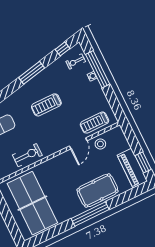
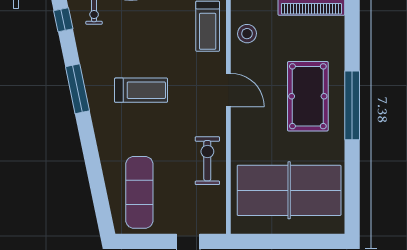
treadmill: (46, 105) -> (141, 90), turned -90
door: (78, 143) -> (228, 90), moved
pool table: (97, 191) -> (308, 96), moved

